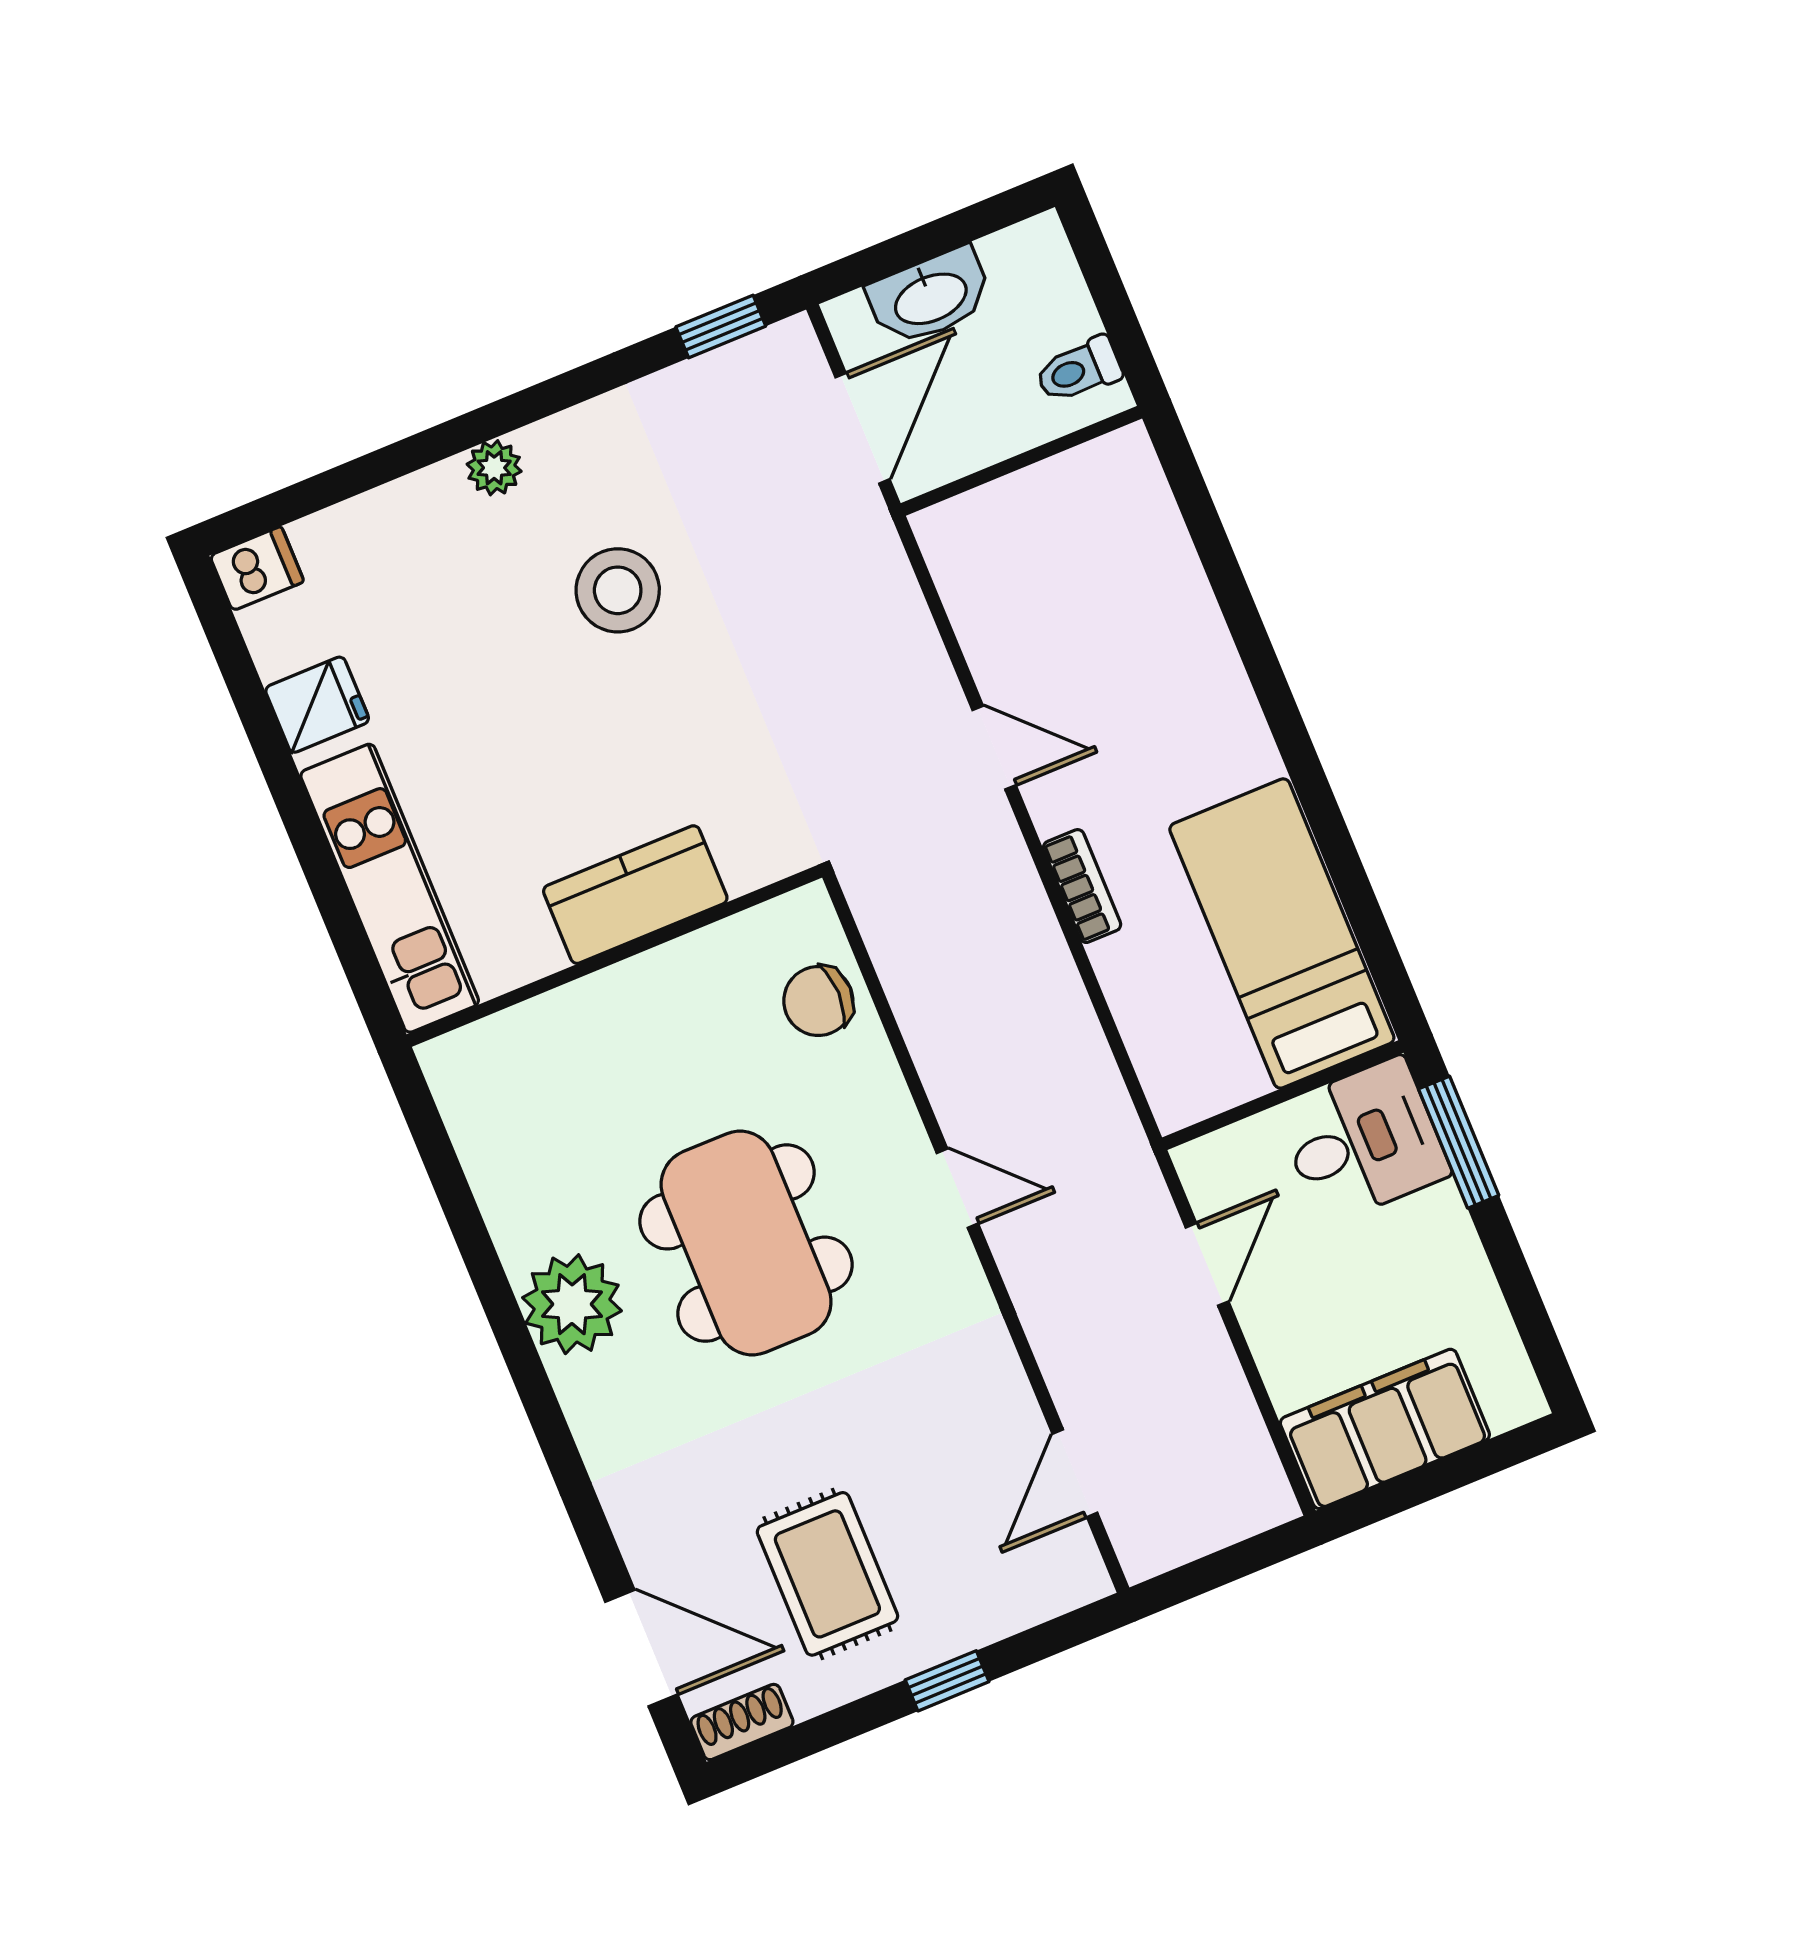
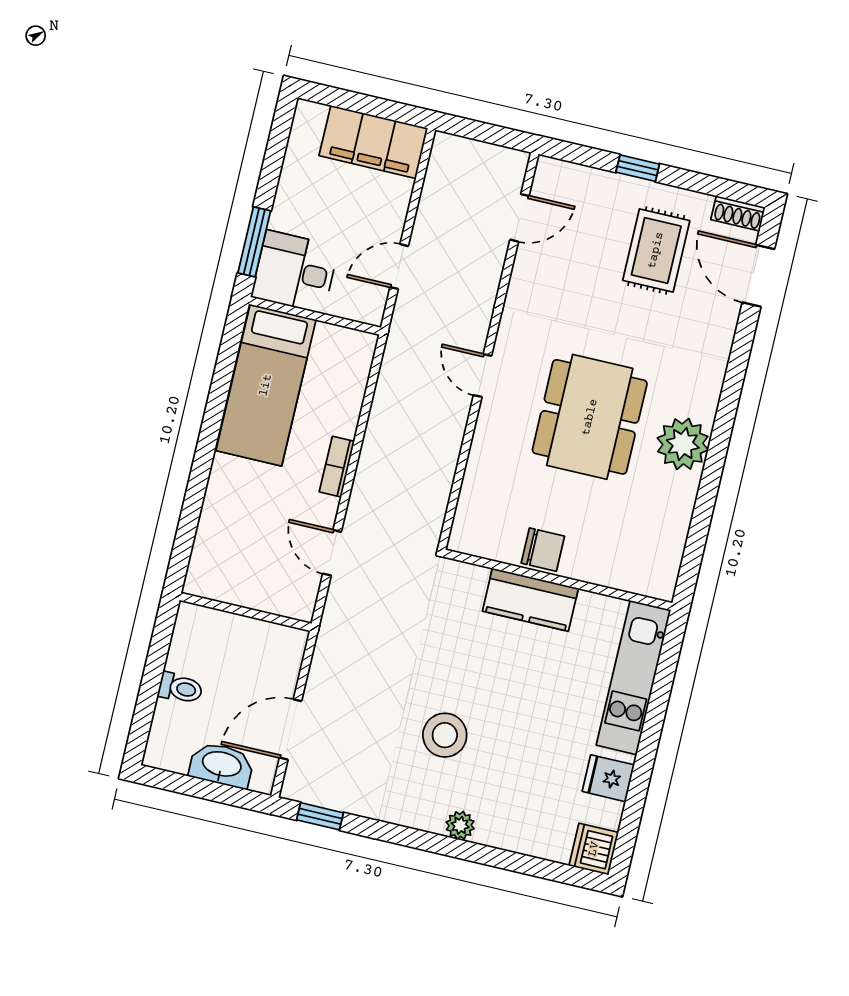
wall: (1021, 461) -> (246, 612), moved
dishwasher: (257, 569) -> (594, 849), width x1.38
chair: (818, 1001) -> (543, 550), moved

